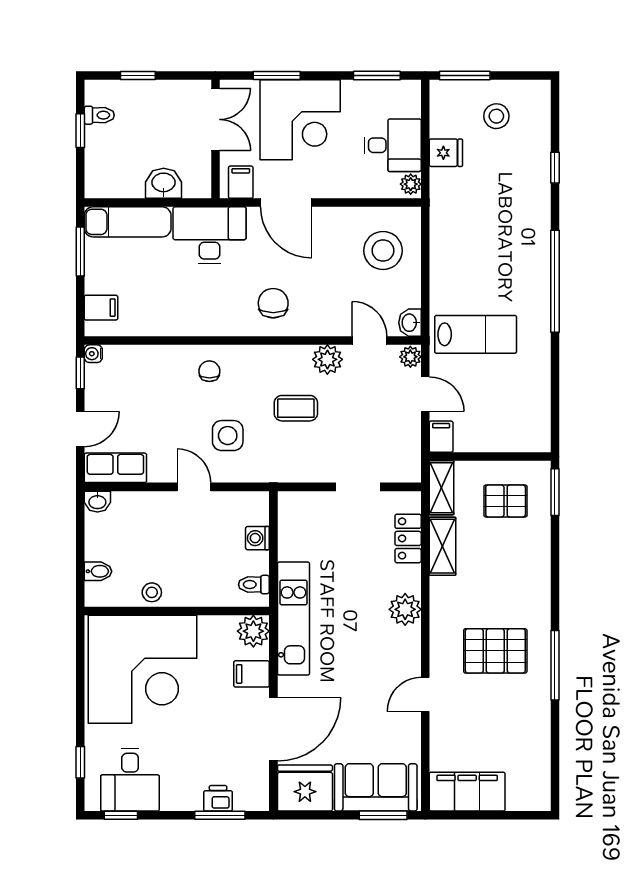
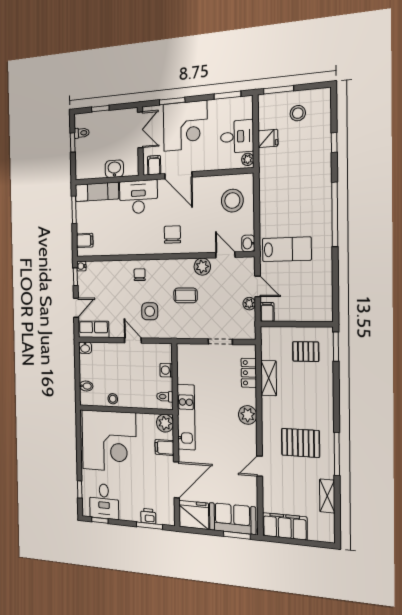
plant: (410, 357) -> (249, 304), moved
shelving: (442, 488) -> (327, 496), moved

